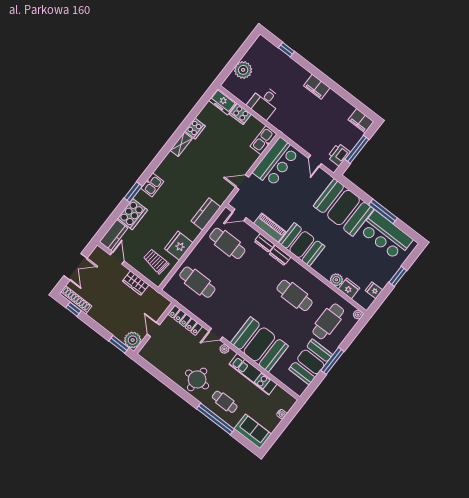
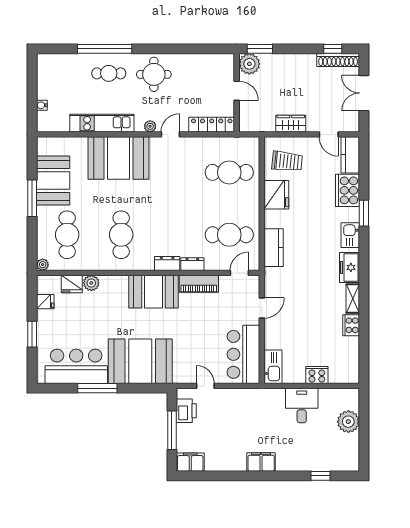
freezer: (223, 102) -> (350, 267), moved, turned -90
cafe table: (295, 295) -> (121, 235), turned 90
sofa: (253, 431) -> (58, 65), removed

